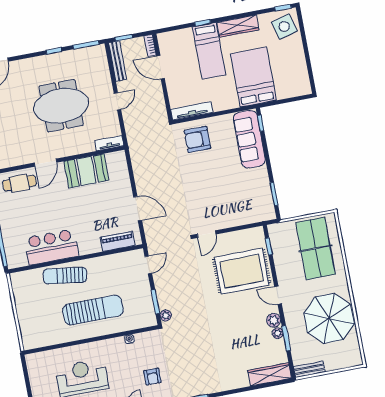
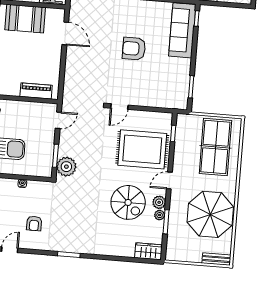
armchair: (197, 139) -> (134, 49), moved
door: (138, 209) -> (65, 33), moved
door: (278, 295) -> (169, 180), hinge flipped
plant: (166, 315) -> (66, 167), width x1.87, depth x1.87
spiral stairs: (242, 329) -> (128, 202), added
bench: (309, 369) -> (216, 259), moved
wardrobe: (270, 374) -> (148, 251), width x0.67

